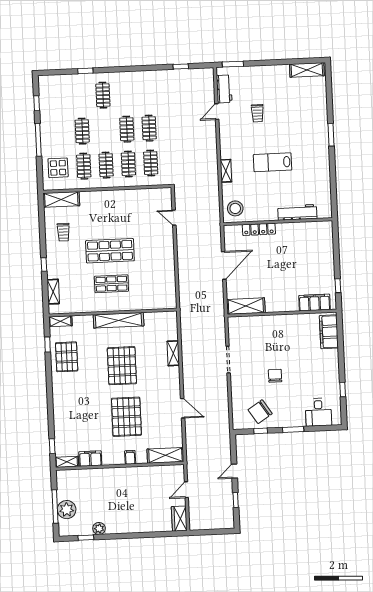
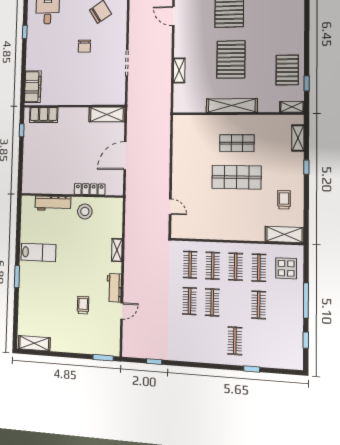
workbench: (224, 89) -> (114, 288), moved
lab bench: (273, 162) -> (38, 252), moved
stool: (235, 208) -> (85, 211), moved

